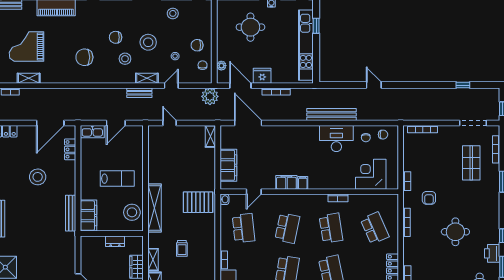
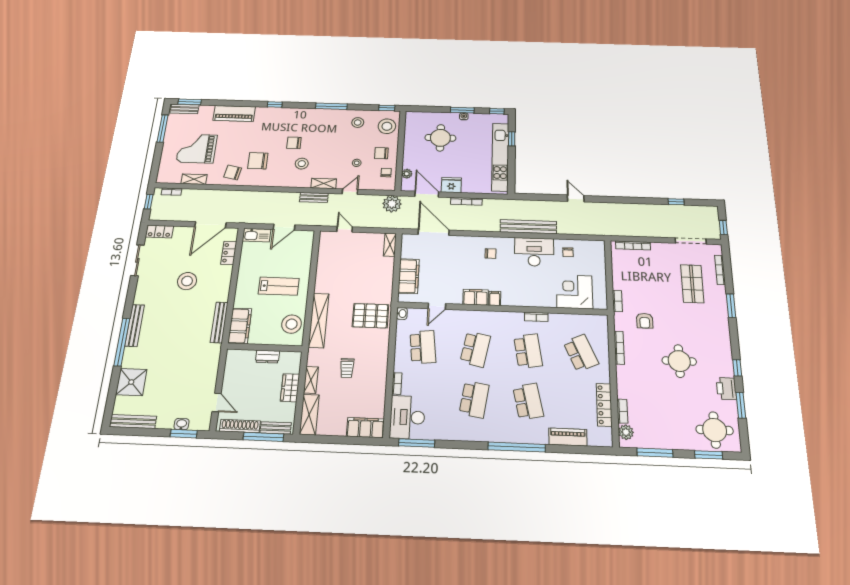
stool: (148, 42) -> (387, 126), moved
chair: (63, 70) -> (233, 172), added
chair: (383, 135) -> (490, 253), moved

